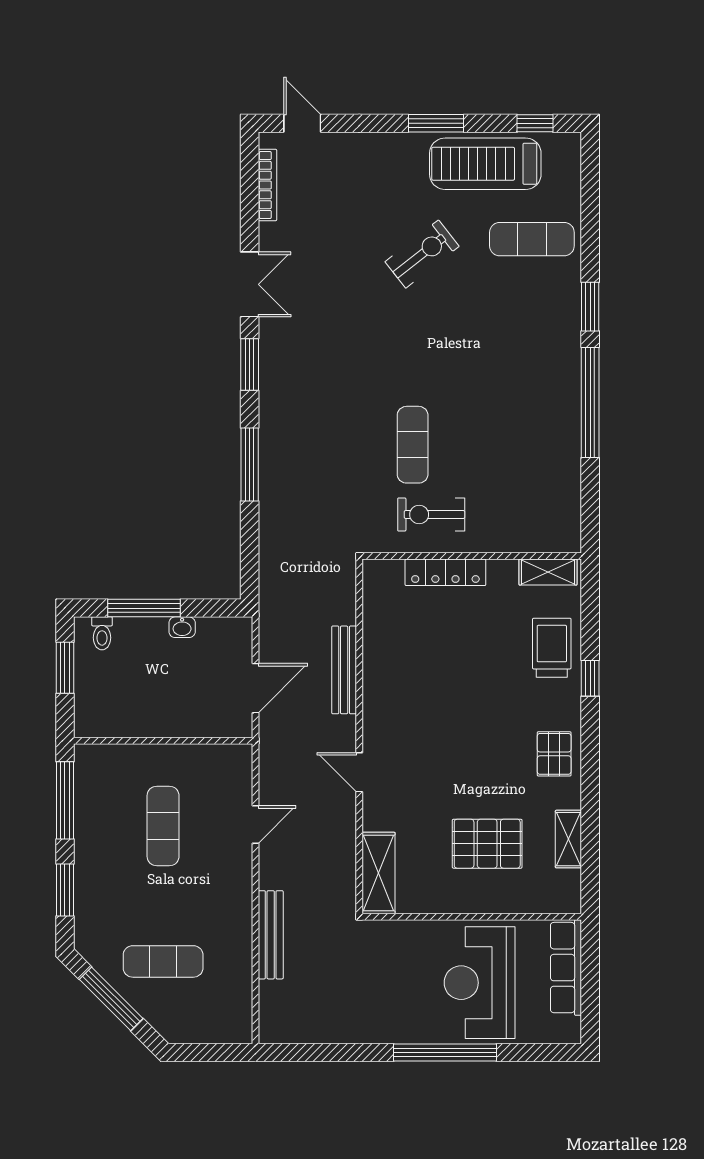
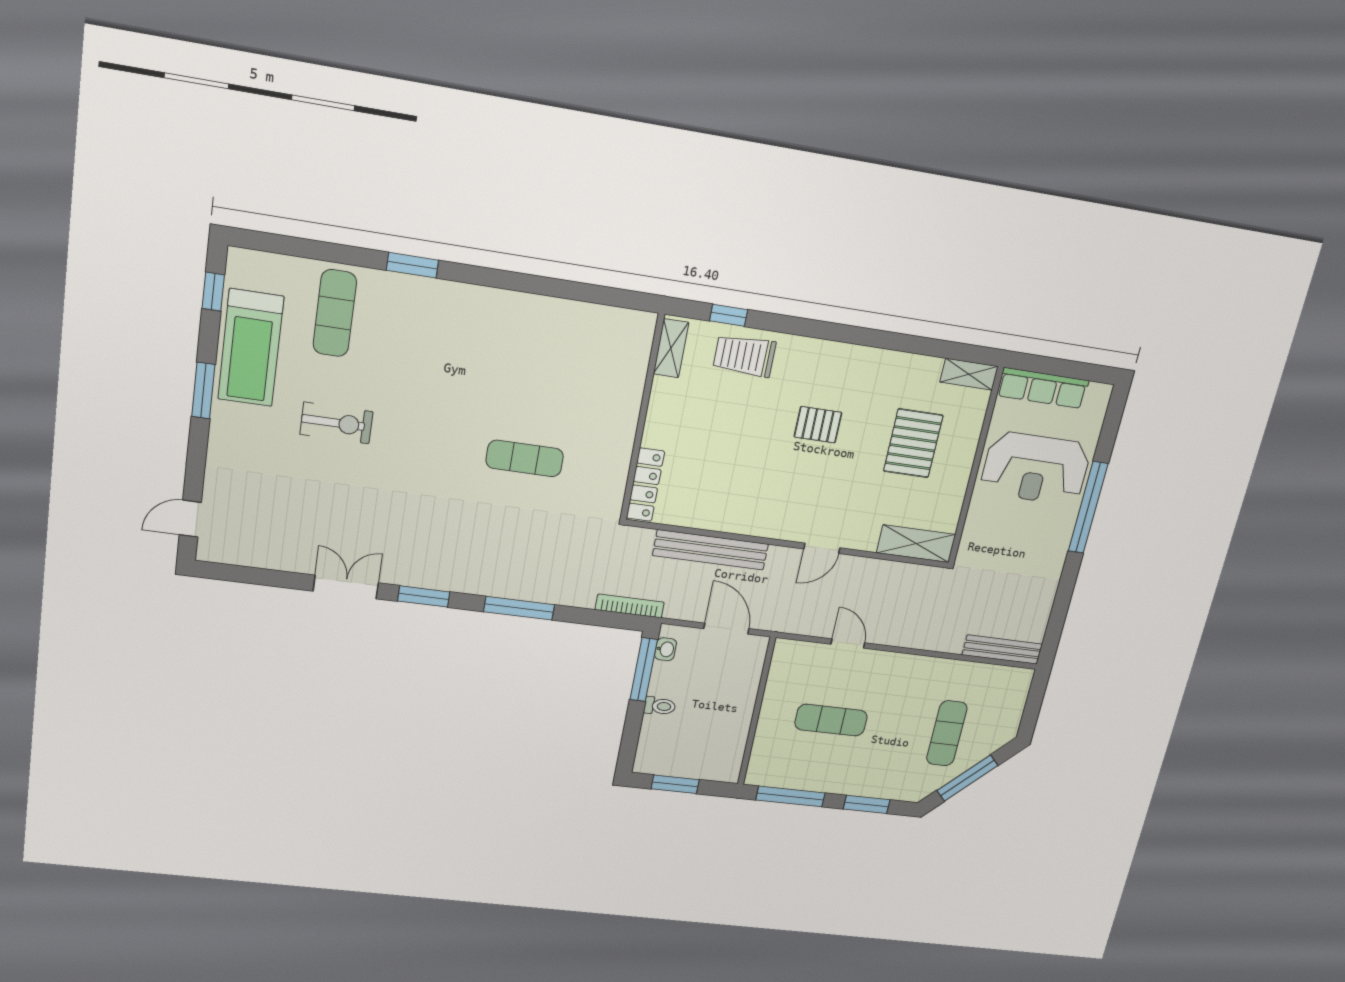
bookcase: (267, 185) -> (630, 606), moved
exercise bike: (422, 254) -> (336, 423), turned 128
window: (590, 403) -> (510, 281), removed
exercise bike: (431, 515) -> (595, 451), removed
locker: (445, 572) -> (645, 485), moved
window: (144, 608) -> (644, 670), moved
washbasin: (182, 627) -> (666, 649), moved
toilet: (102, 633) -> (660, 706), moved
bench: (344, 670) -> (711, 550), width x1.37, depth x1.21
window: (590, 678) -> (729, 315), moved
pallet: (554, 754) -> (818, 425), moved
shelving: (568, 839) -> (969, 374), moved
bench: (271, 935) -> (1002, 650), moved

